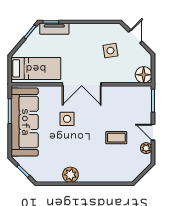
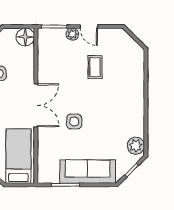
sofa: (25, 122) -> (88, 172), width x0.74, depth x0.79
door: (153, 132) -> (89, 27), hinge flipped
plant: (146, 148) -> (72, 34), moved
plant: (70, 175) -> (136, 146), moved

